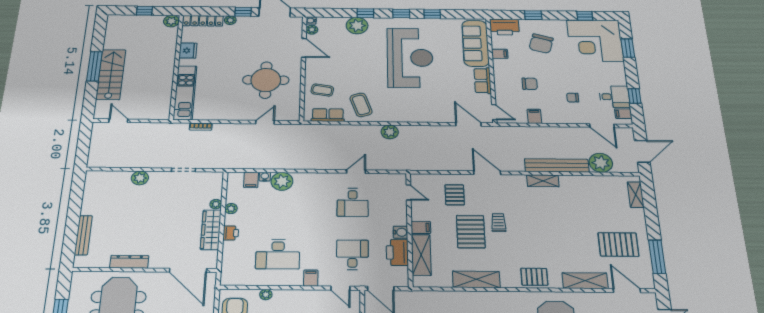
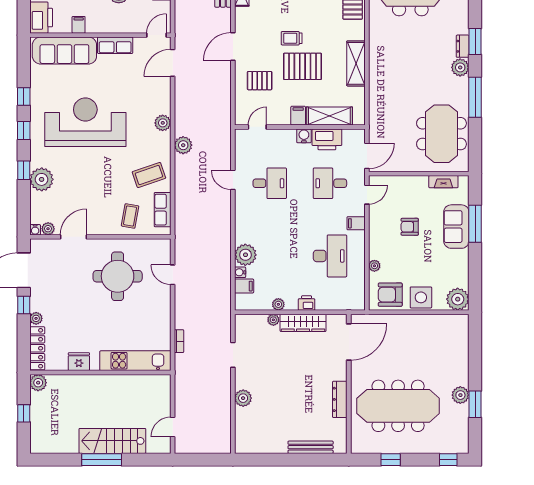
plant: (411, 116) -> (163, 123), added

